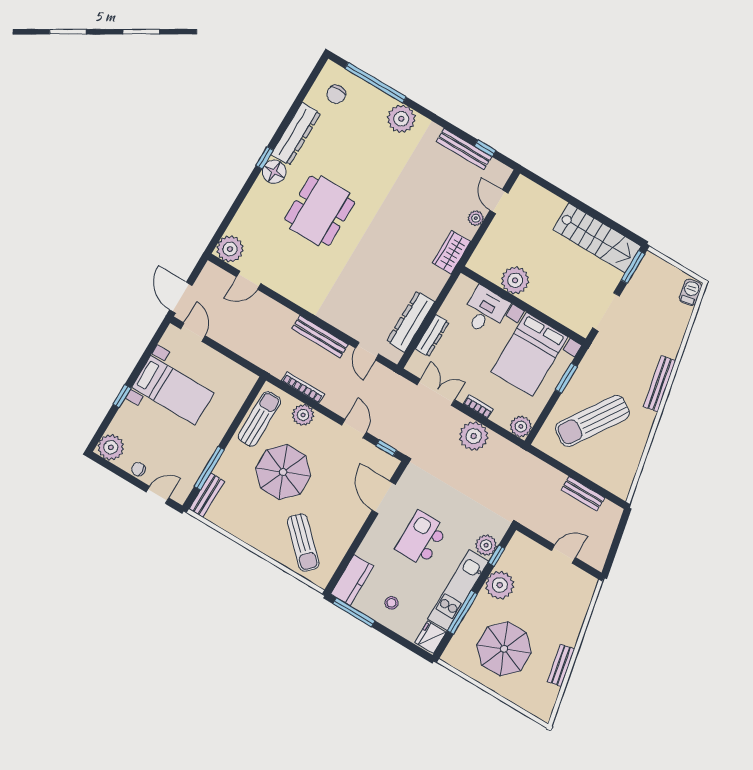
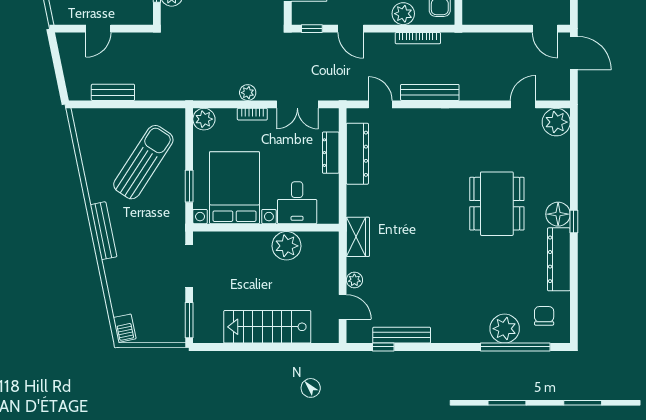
plant: (401, 119) -> (505, 329), moved
stairs: (597, 238) -> (267, 327), moved
plant: (474, 436) -> (248, 93), width x0.53, depth x0.53

